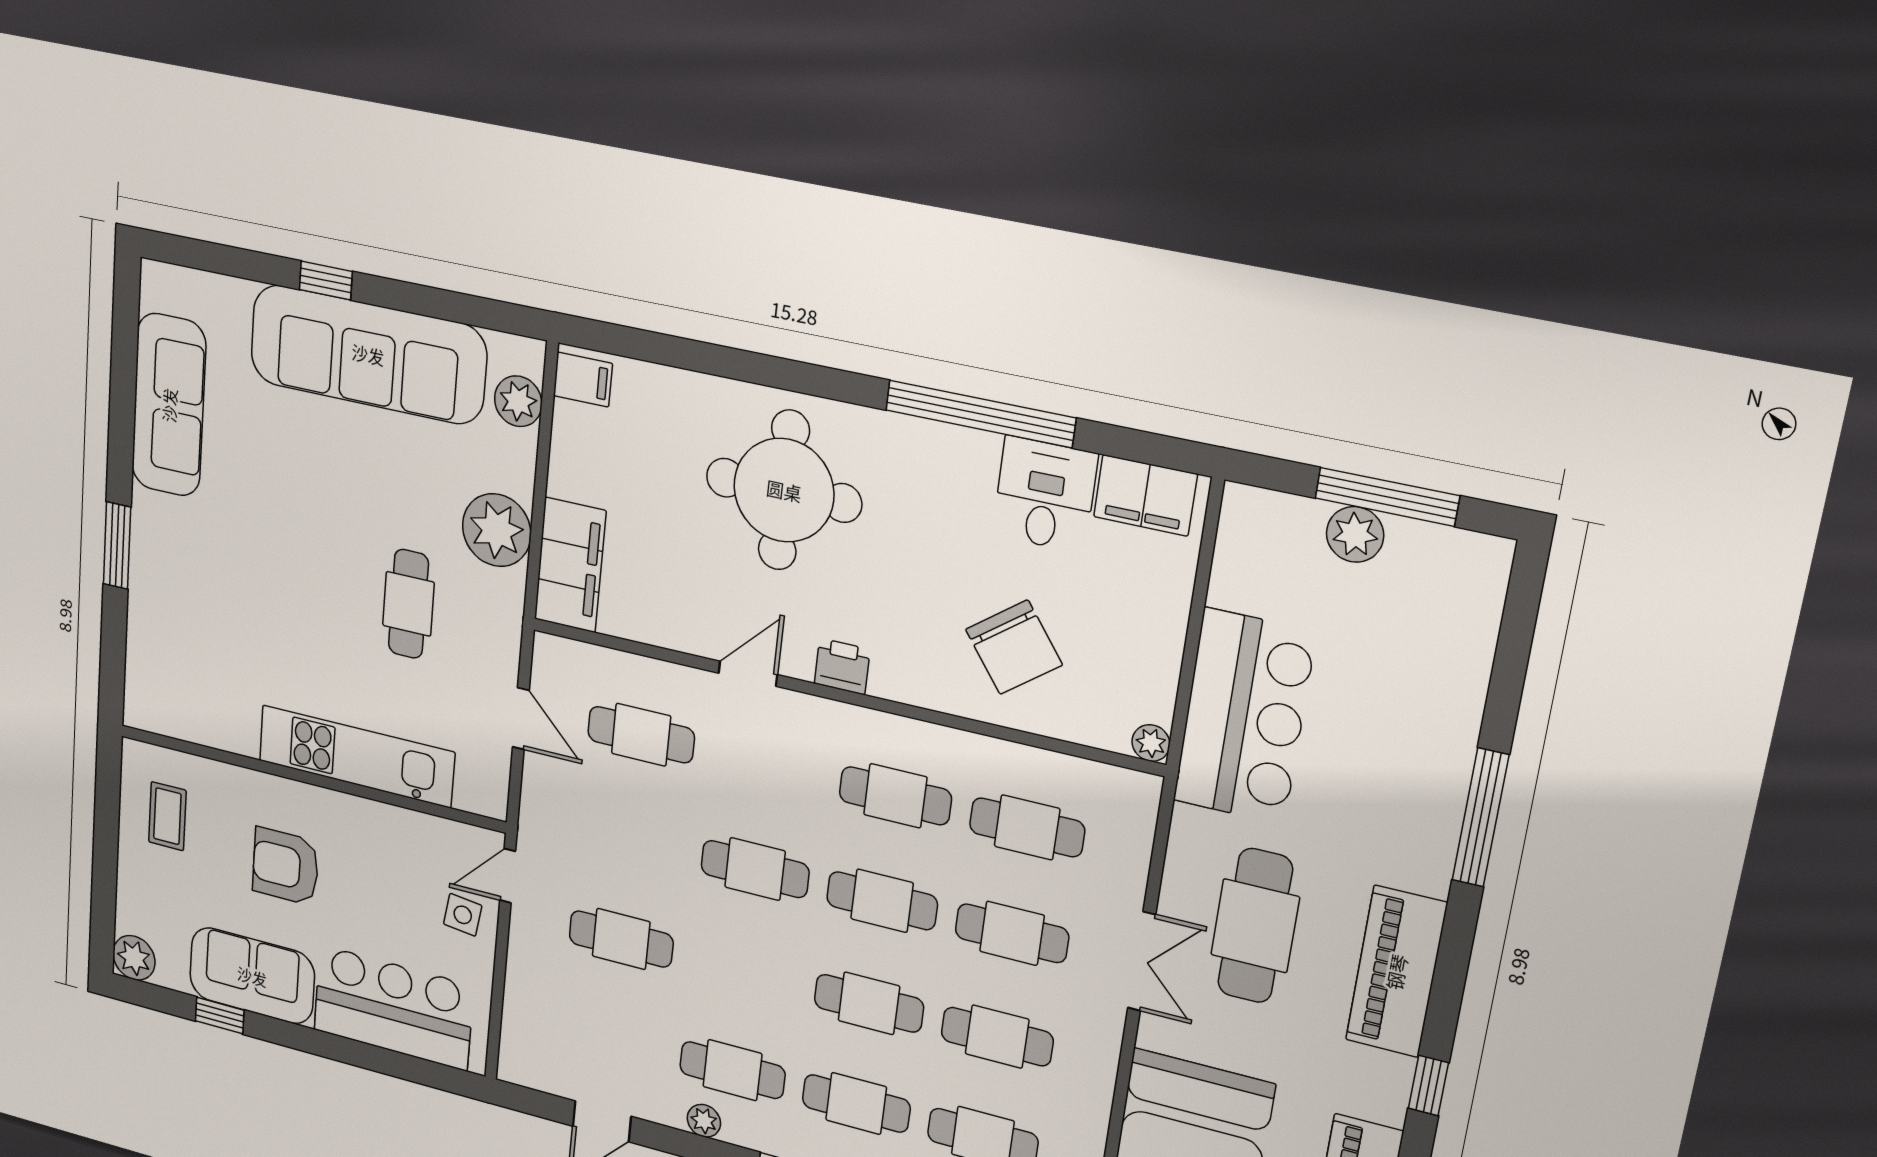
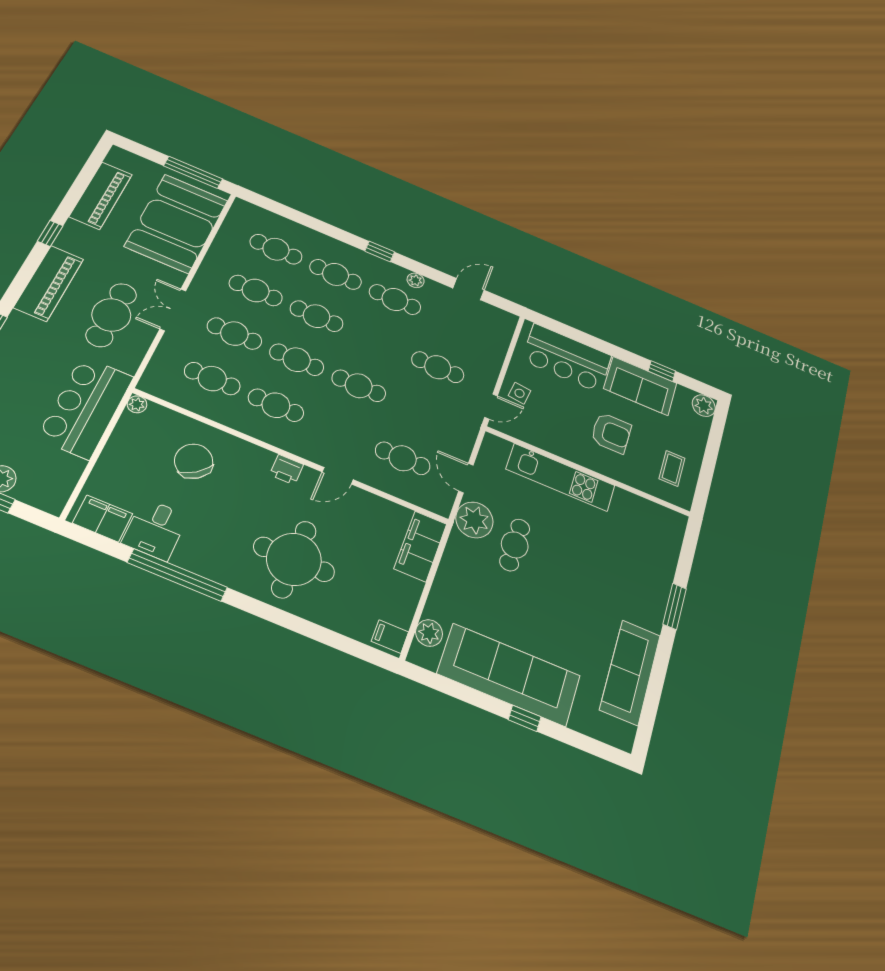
plant: (497, 530) -> (474, 520), moved

